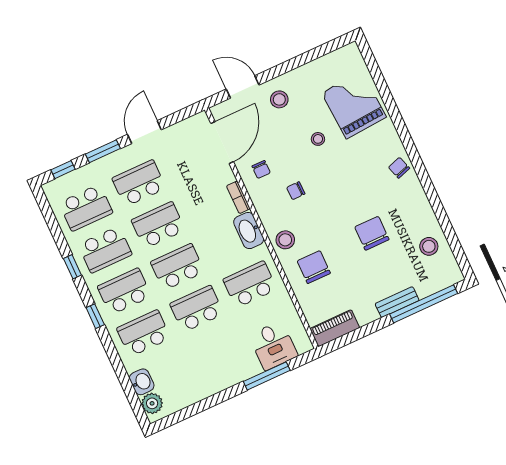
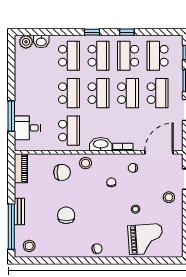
door: (222, 143) -> (159, 152), swing flipped
chair: (372, 233) -> (66, 215), turned -90
stool: (429, 246) -> (29, 246), moved

